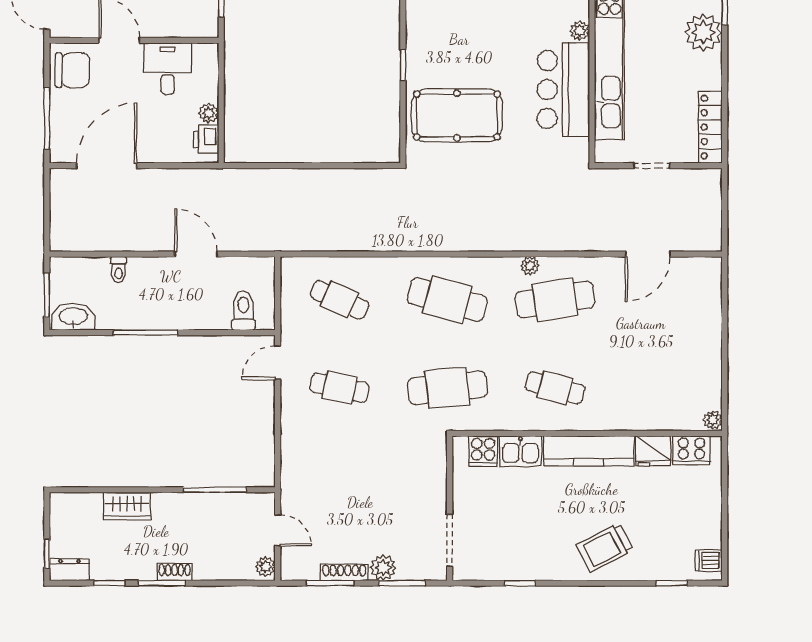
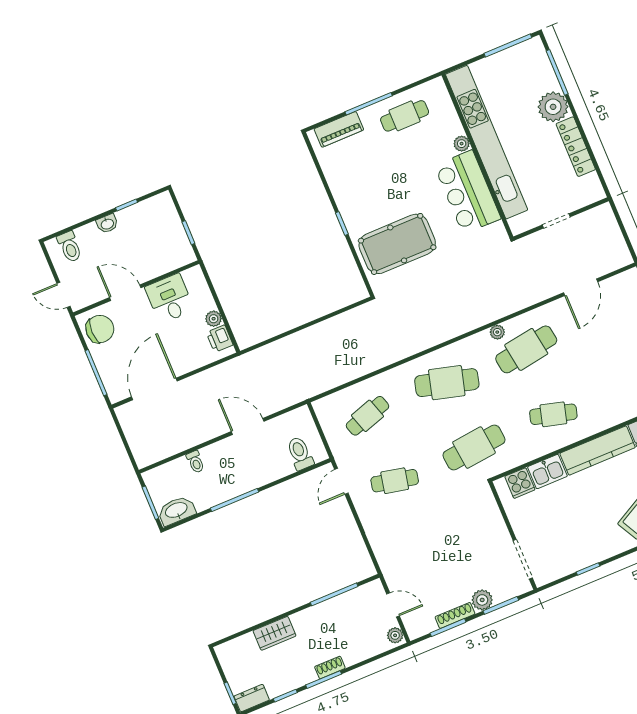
locker: (710, 127) -> (576, 147), moved
cafe table: (340, 300) -> (367, 416), turned -42

